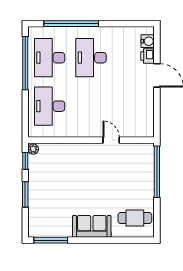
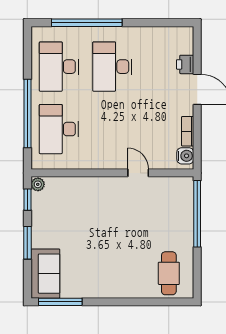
water cooler: (148, 41) -> (185, 156), moved
window: (25, 63) -> (27, 114), moved
bookcase: (149, 108) -> (188, 131), added
cafe table: (135, 218) -> (169, 273), turned 90
sofa: (92, 226) -> (45, 274), moved, turned 90

